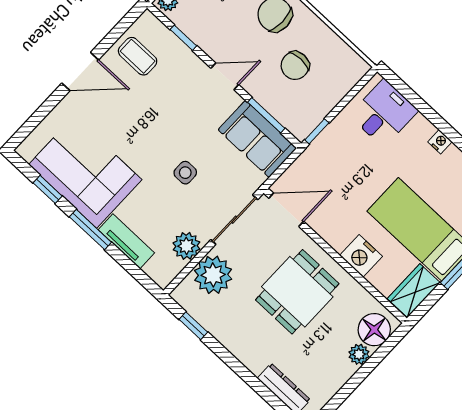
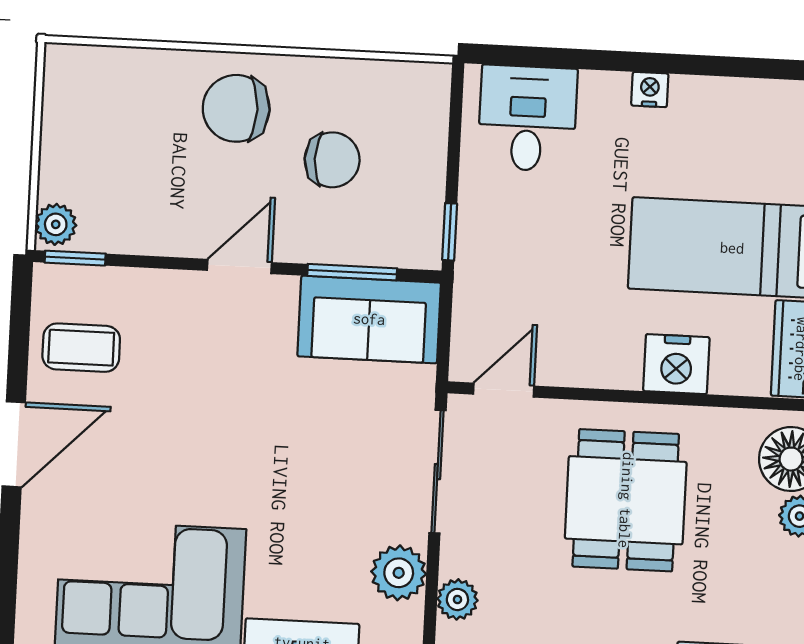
window: (183, 38) -> (75, 258), moved
chair: (295, 66) -> (332, 160), turned -90
side table: (185, 173) -> (303, 463), removed
door: (286, 210) -> (504, 390), width x0.73
plant: (213, 275) -> (457, 599), width x0.53, depth x0.53

